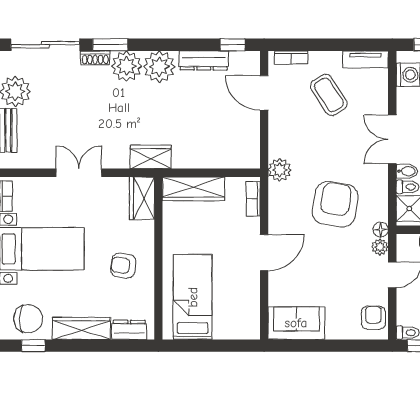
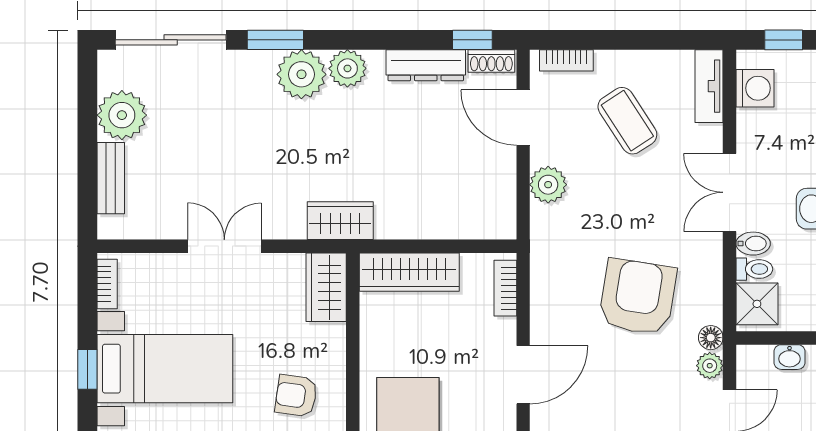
shoe rack: (95, 58) -> (491, 61), moved
tv unit: (365, 59) -> (709, 86), moved, turned 90
plant: (159, 67) -> (347, 68), width x0.73, depth x0.73
plant: (280, 170) -> (548, 185), moved

